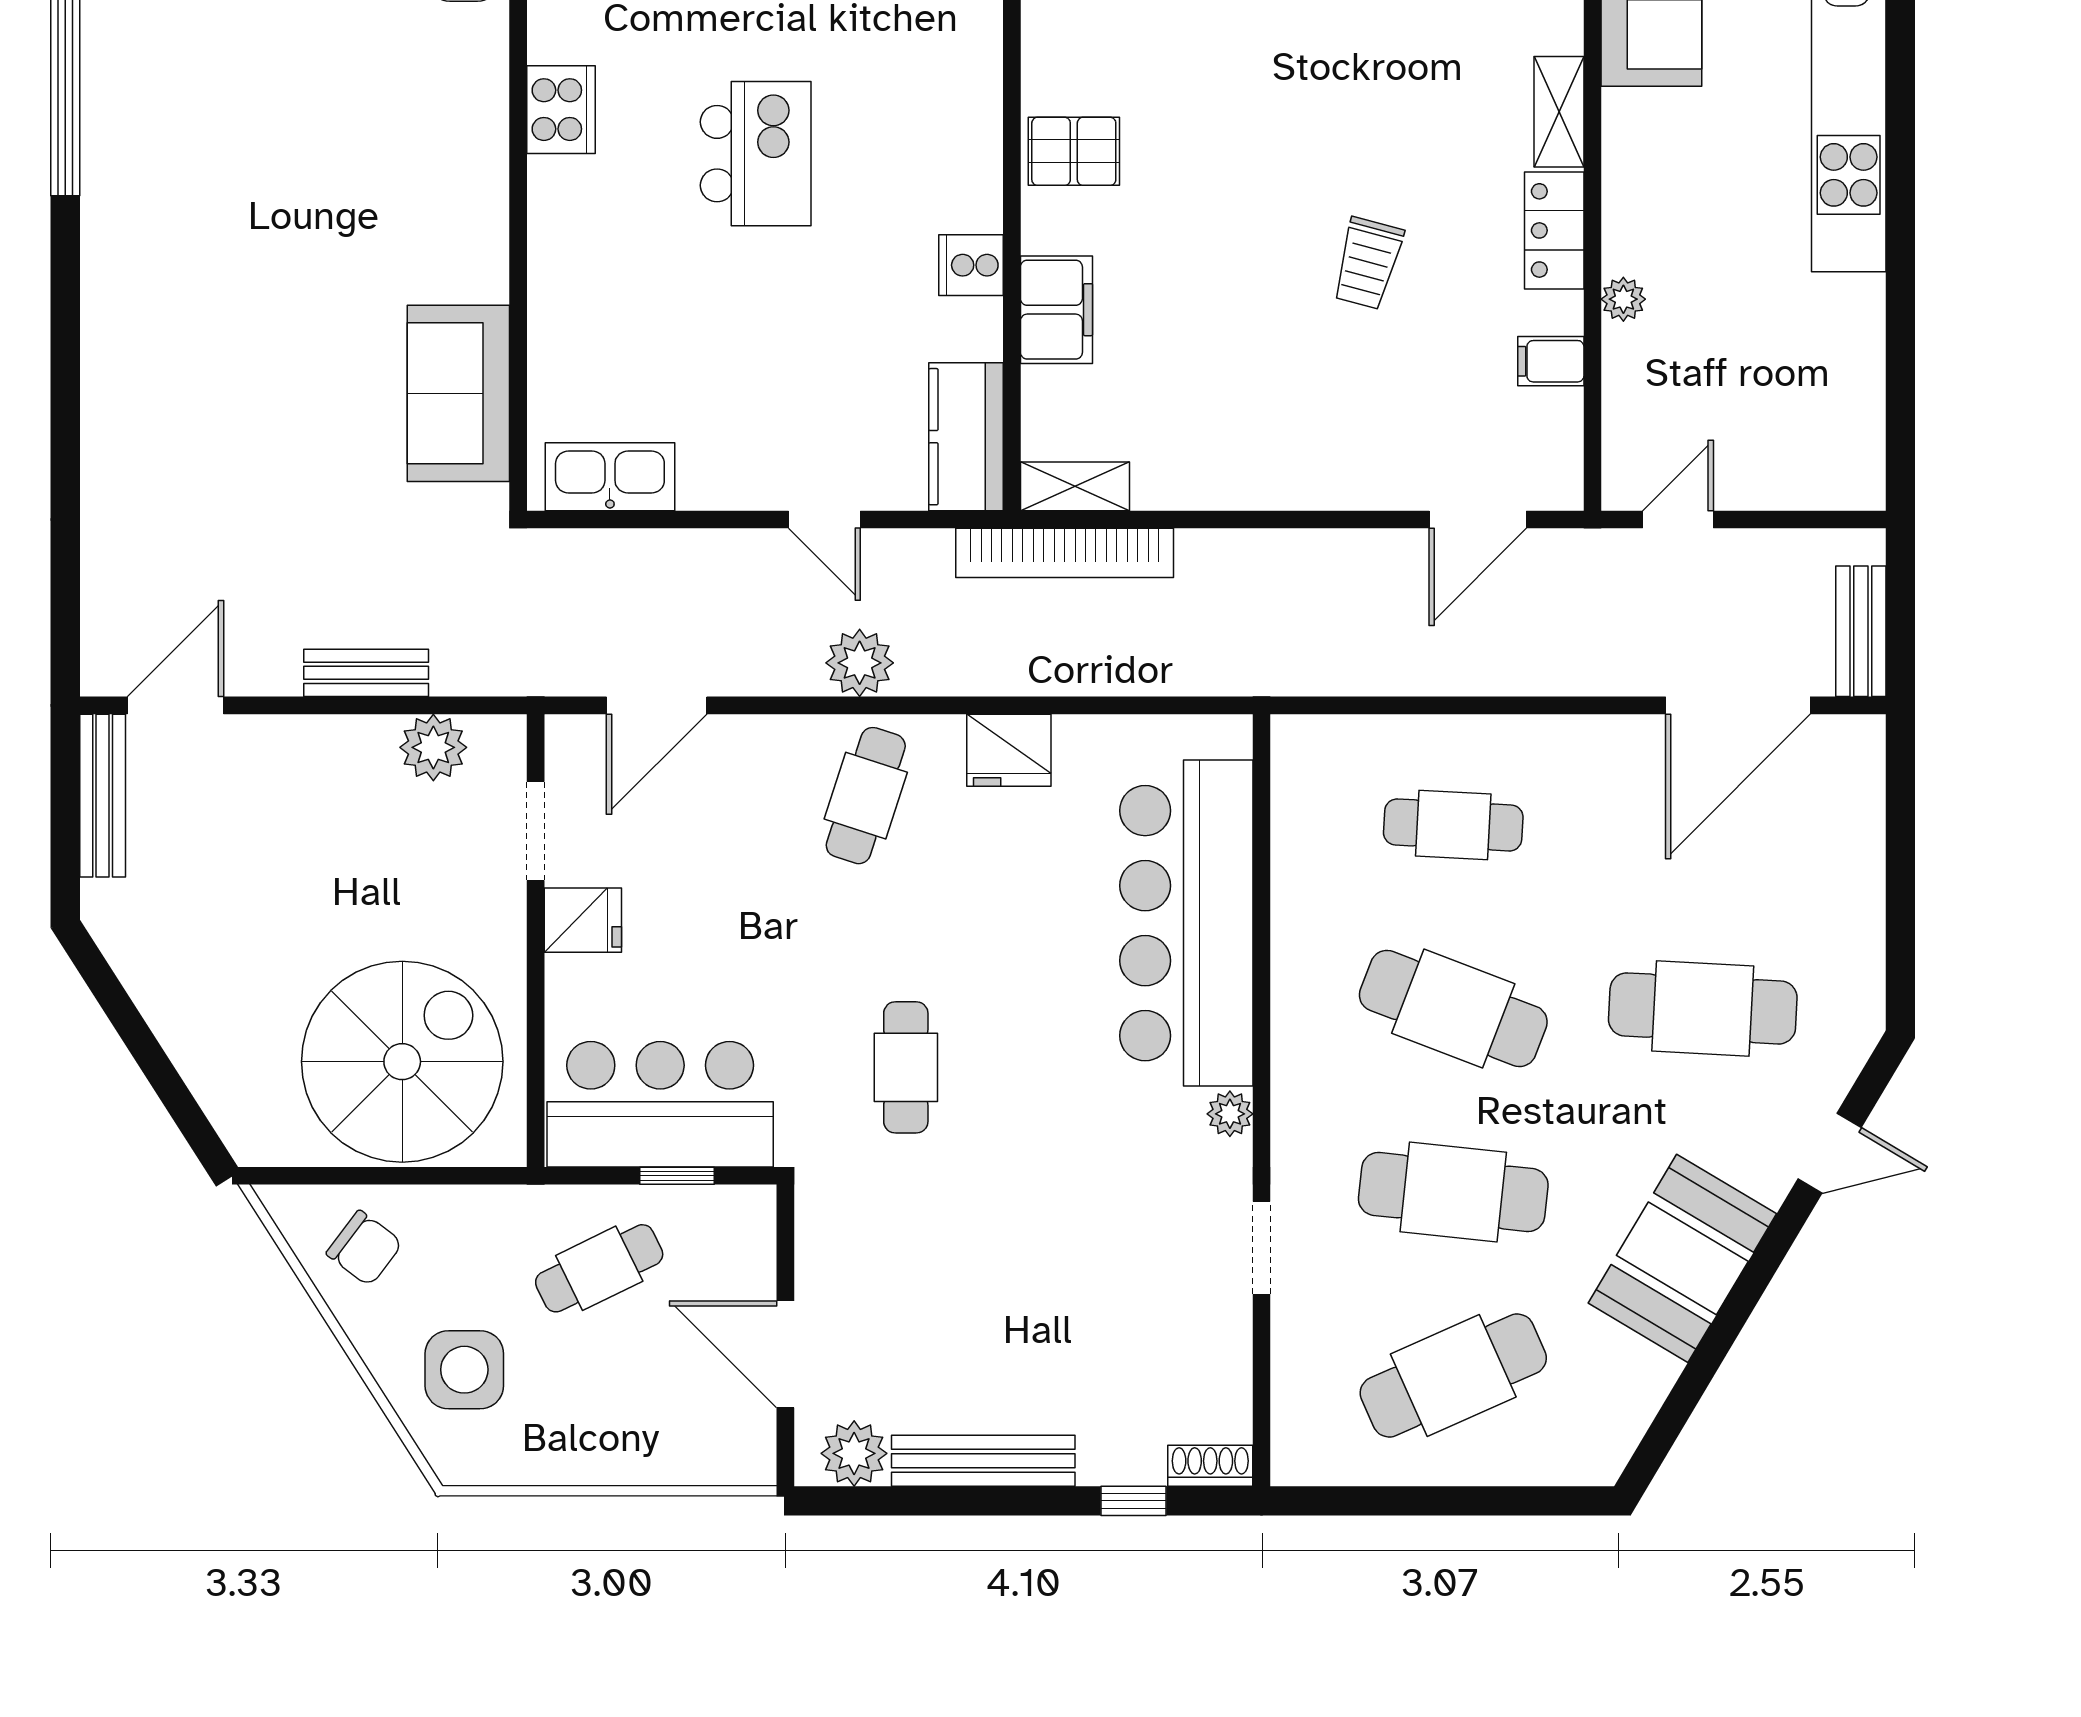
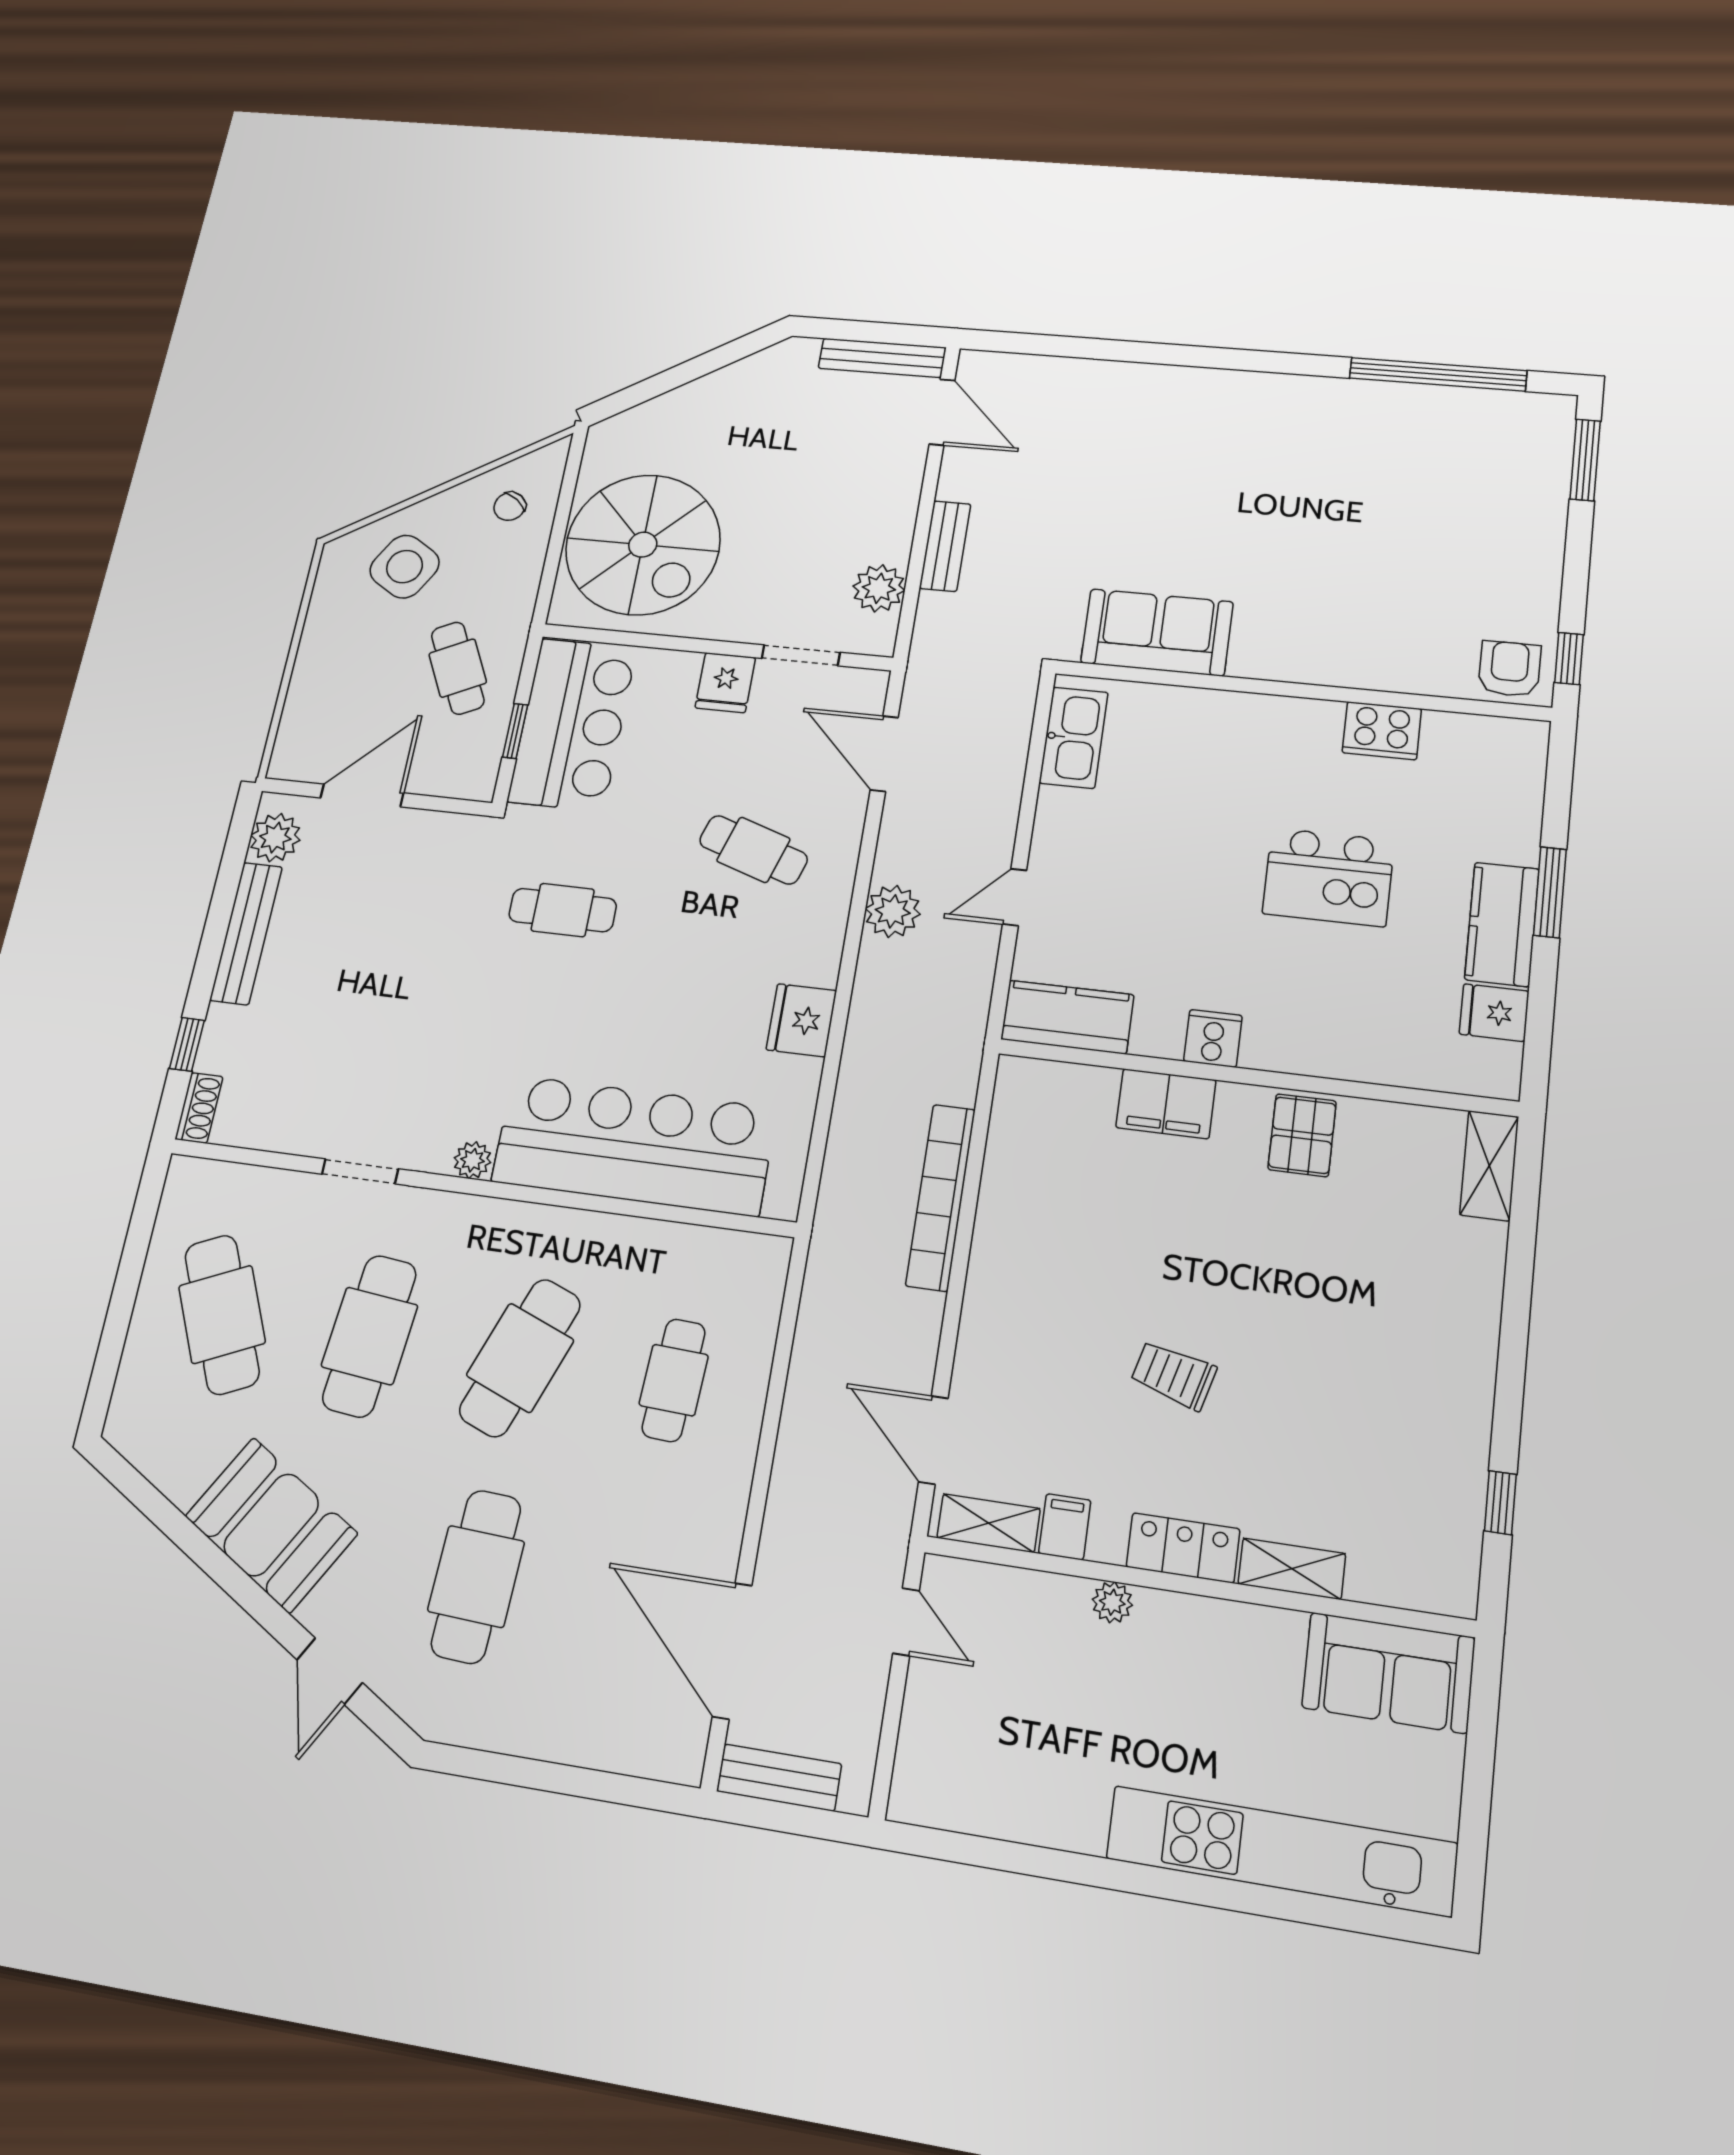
shelving: (1075, 486) -> (989, 1523), moved, turned 90
bookcase: (1065, 553) -> (941, 1197), moved
cafe table: (866, 796) -> (753, 850), moved
chair: (364, 1248) -> (510, 506), width x0.73, depth x0.73
side table: (464, 1370) -> (405, 567), turned 31

